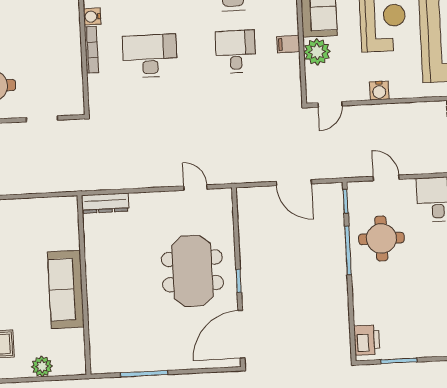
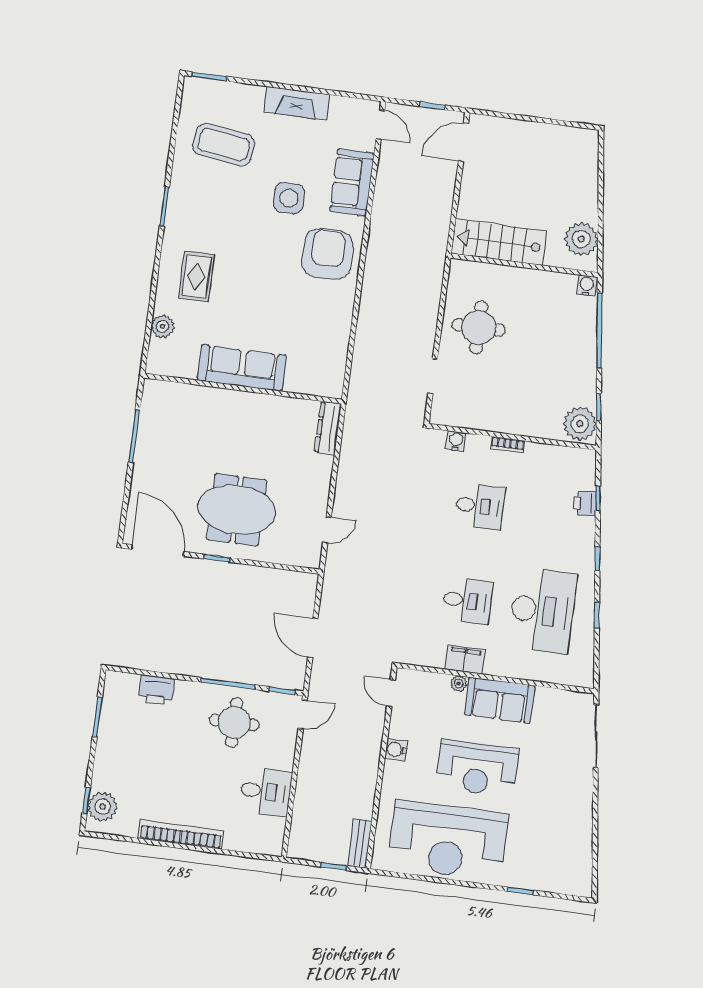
water cooler: (92, 17) -> (456, 441), moved
filing cabinet: (288, 44) -> (465, 660), width x2.00
bookcase: (91, 50) -> (507, 445), width x0.64
plant: (317, 52) -> (459, 684), width x0.53, depth x0.53
desk: (150, 56) -> (480, 506), width x0.73
door: (386, 178) -> (303, 714), moved
door: (294, 183) -> (313, 638), hinge flipped
printer: (367, 340) -> (156, 690), moved

